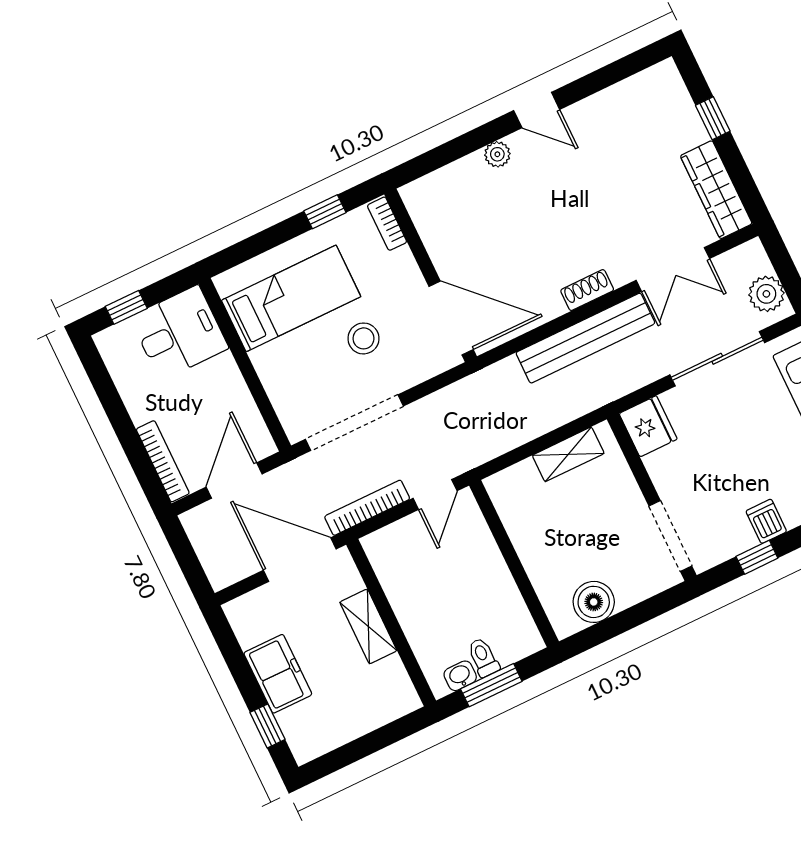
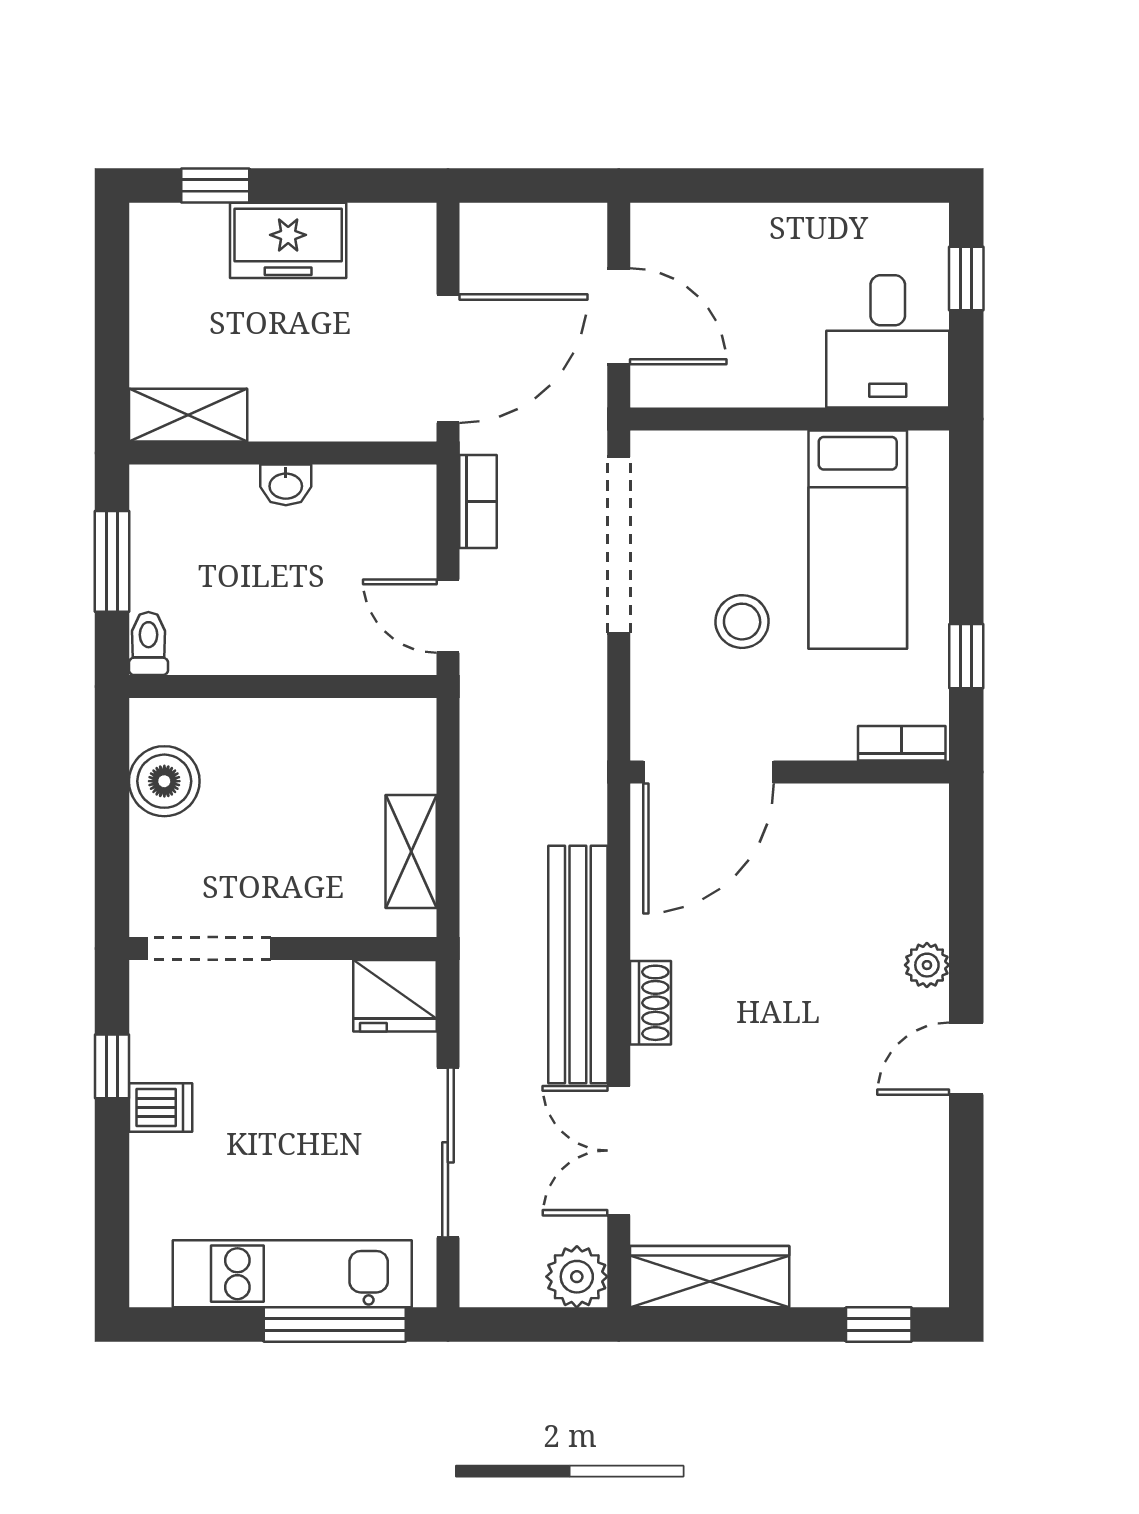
window: (713, 118) -> (879, 1324), moved
plant: (766, 294) -> (577, 1277), moved
bookcase: (163, 461) -> (702, 220), removed
bookcase: (367, 508) -> (478, 501), width x0.64
shelving: (368, 626) -> (188, 415), moved
toilet: (483, 657) -> (148, 644), moved, turned -90
washbasin: (460, 676) -> (286, 485), moved, turned 90

